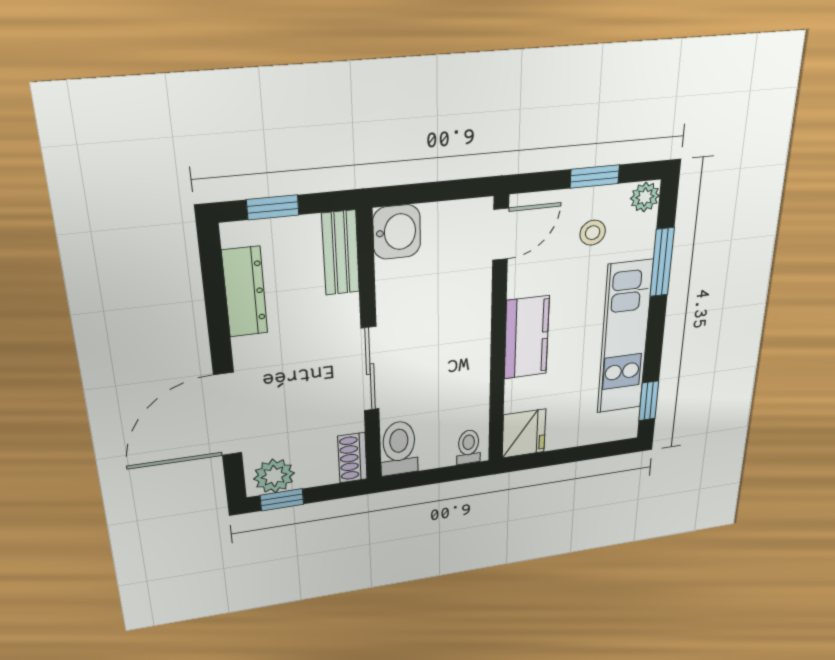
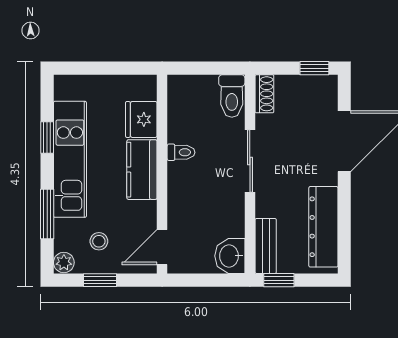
window: (273, 207) -> (279, 280), moved
dresser: (245, 292) -> (323, 227), width x1.37, depth x1.24
window: (649, 401) -> (47, 137), moved
fridge: (524, 433) -> (141, 119), moved
toilet: (469, 447) -> (181, 152), moved, turned -90
plant: (274, 476) -> (318, 88), removed

